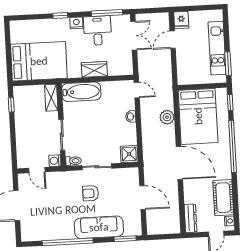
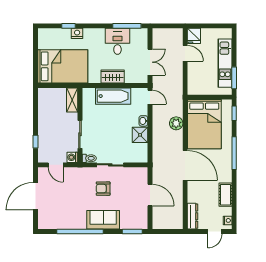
window: (60, 15) -> (68, 26), moved
nightstand: (76, 23) -> (77, 33), moved
double door: (134, 36) -> (150, 62), moved
door: (173, 40) -> (185, 53), swing flipped
bathtub: (81, 92) -> (113, 96), moved
window: (11, 105) -> (36, 142), moved
window: (233, 147) -> (234, 153), width x0.68
shower: (129, 154) -> (140, 135), moved
cot: (223, 198) -> (225, 195), width x0.73, depth x0.75
sofa: (99, 227) -> (103, 220), width x0.73

